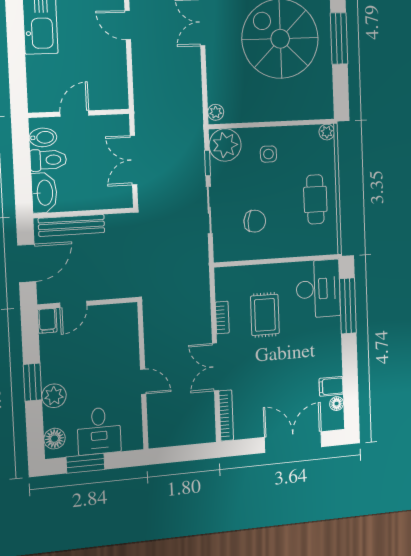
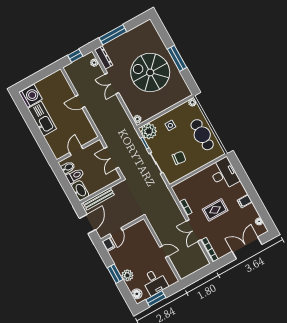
cafe table: (315, 199) -> (202, 135), width x1.37, depth x1.35
window: (348, 306) -> (242, 175), removed
rug: (265, 315) -> (215, 210), moved, turned 90
filing cabinet: (331, 386) -> (245, 201), moved

